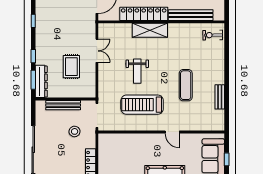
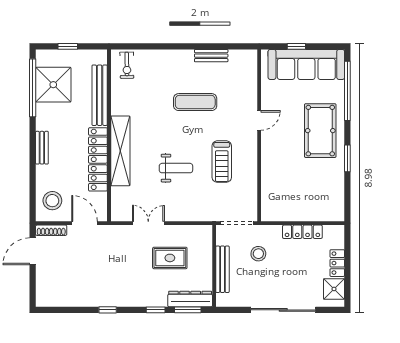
shelving: (150, 30) -> (120, 151), width x1.47
treadmill: (142, 105) -> (222, 162), width x0.73, depth x0.73

